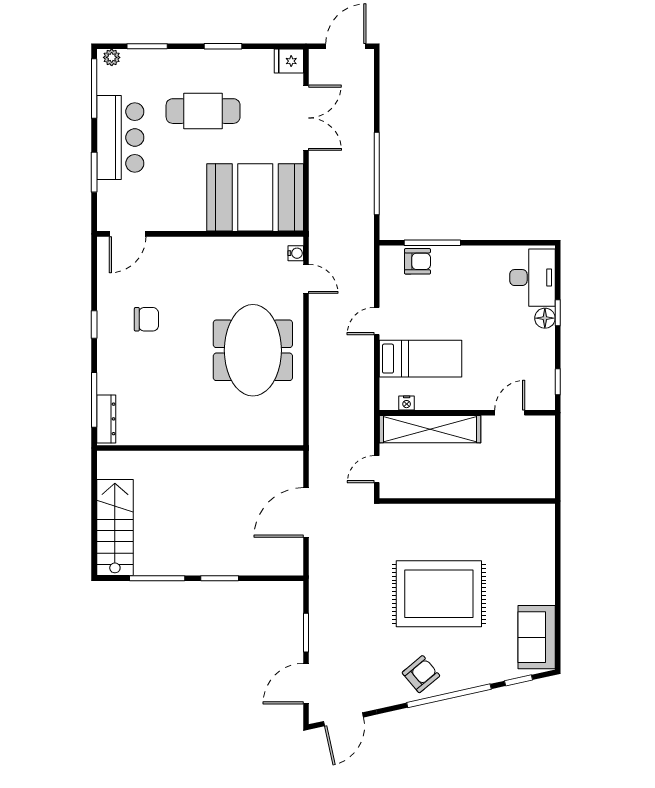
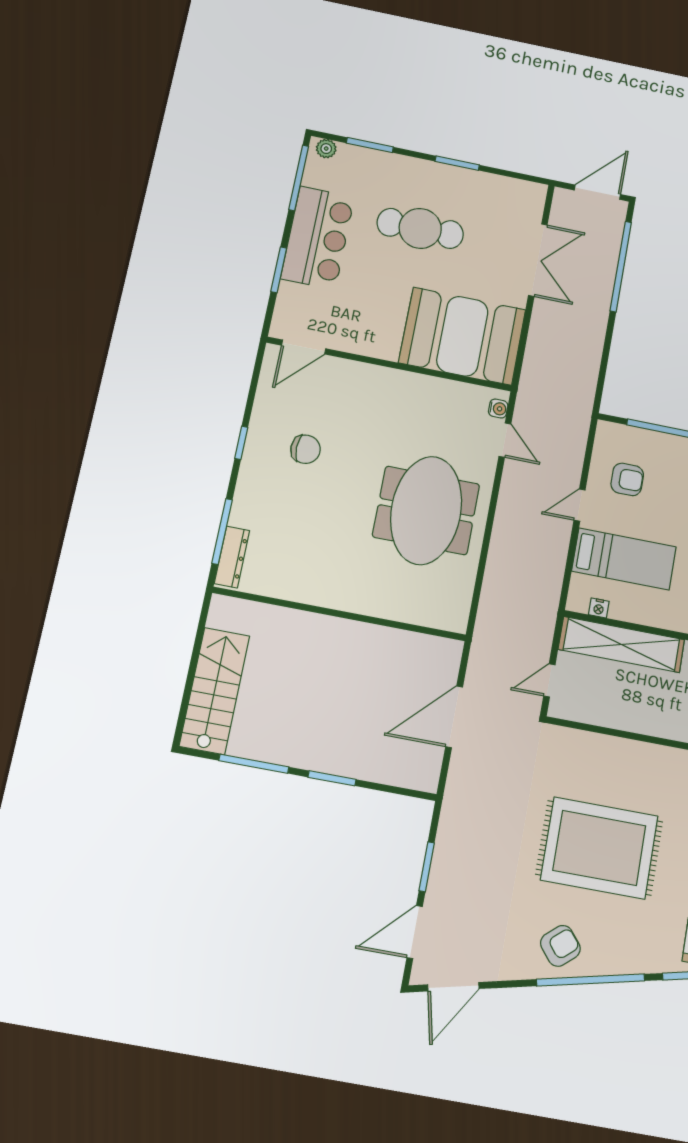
fridge: (289, 61) -> (530, 195), removed
window: (377, 173) -> (621, 266), moved
armchair: (417, 261) -> (627, 479), moved

